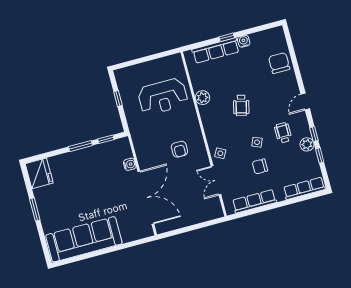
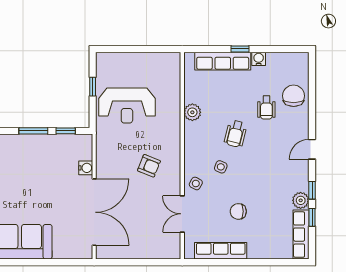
reception desk: (163, 97) -> (127, 105), moved
wheelchair: (283, 133) -> (266, 108), moved, turned 180
side table: (257, 142) -> (221, 167), moved
armchair: (179, 149) -> (149, 166), turned -68
row of seats: (304, 188) -> (301, 235), moved, turned -90

